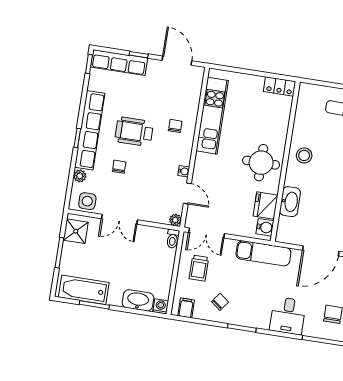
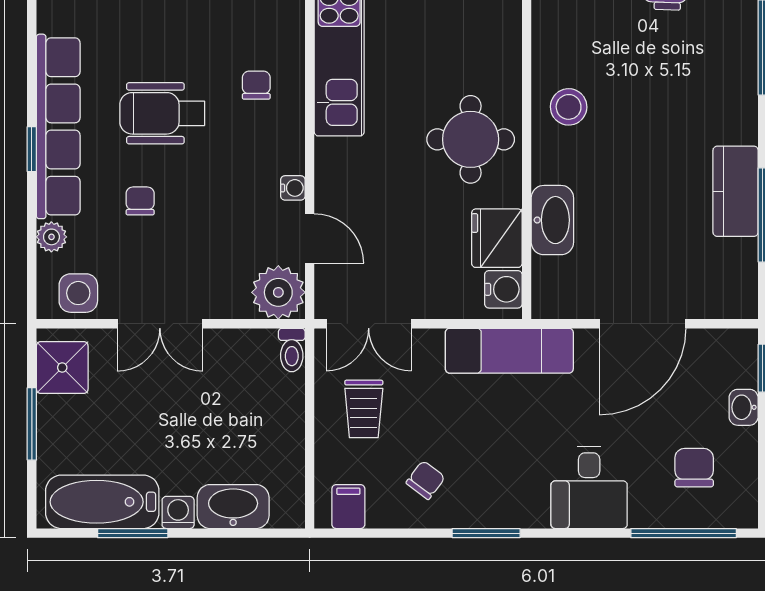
plant: (175, 220) -> (278, 292), width x1.88, depth x1.88
washing machine: (161, 306) -> (178, 512), moved

